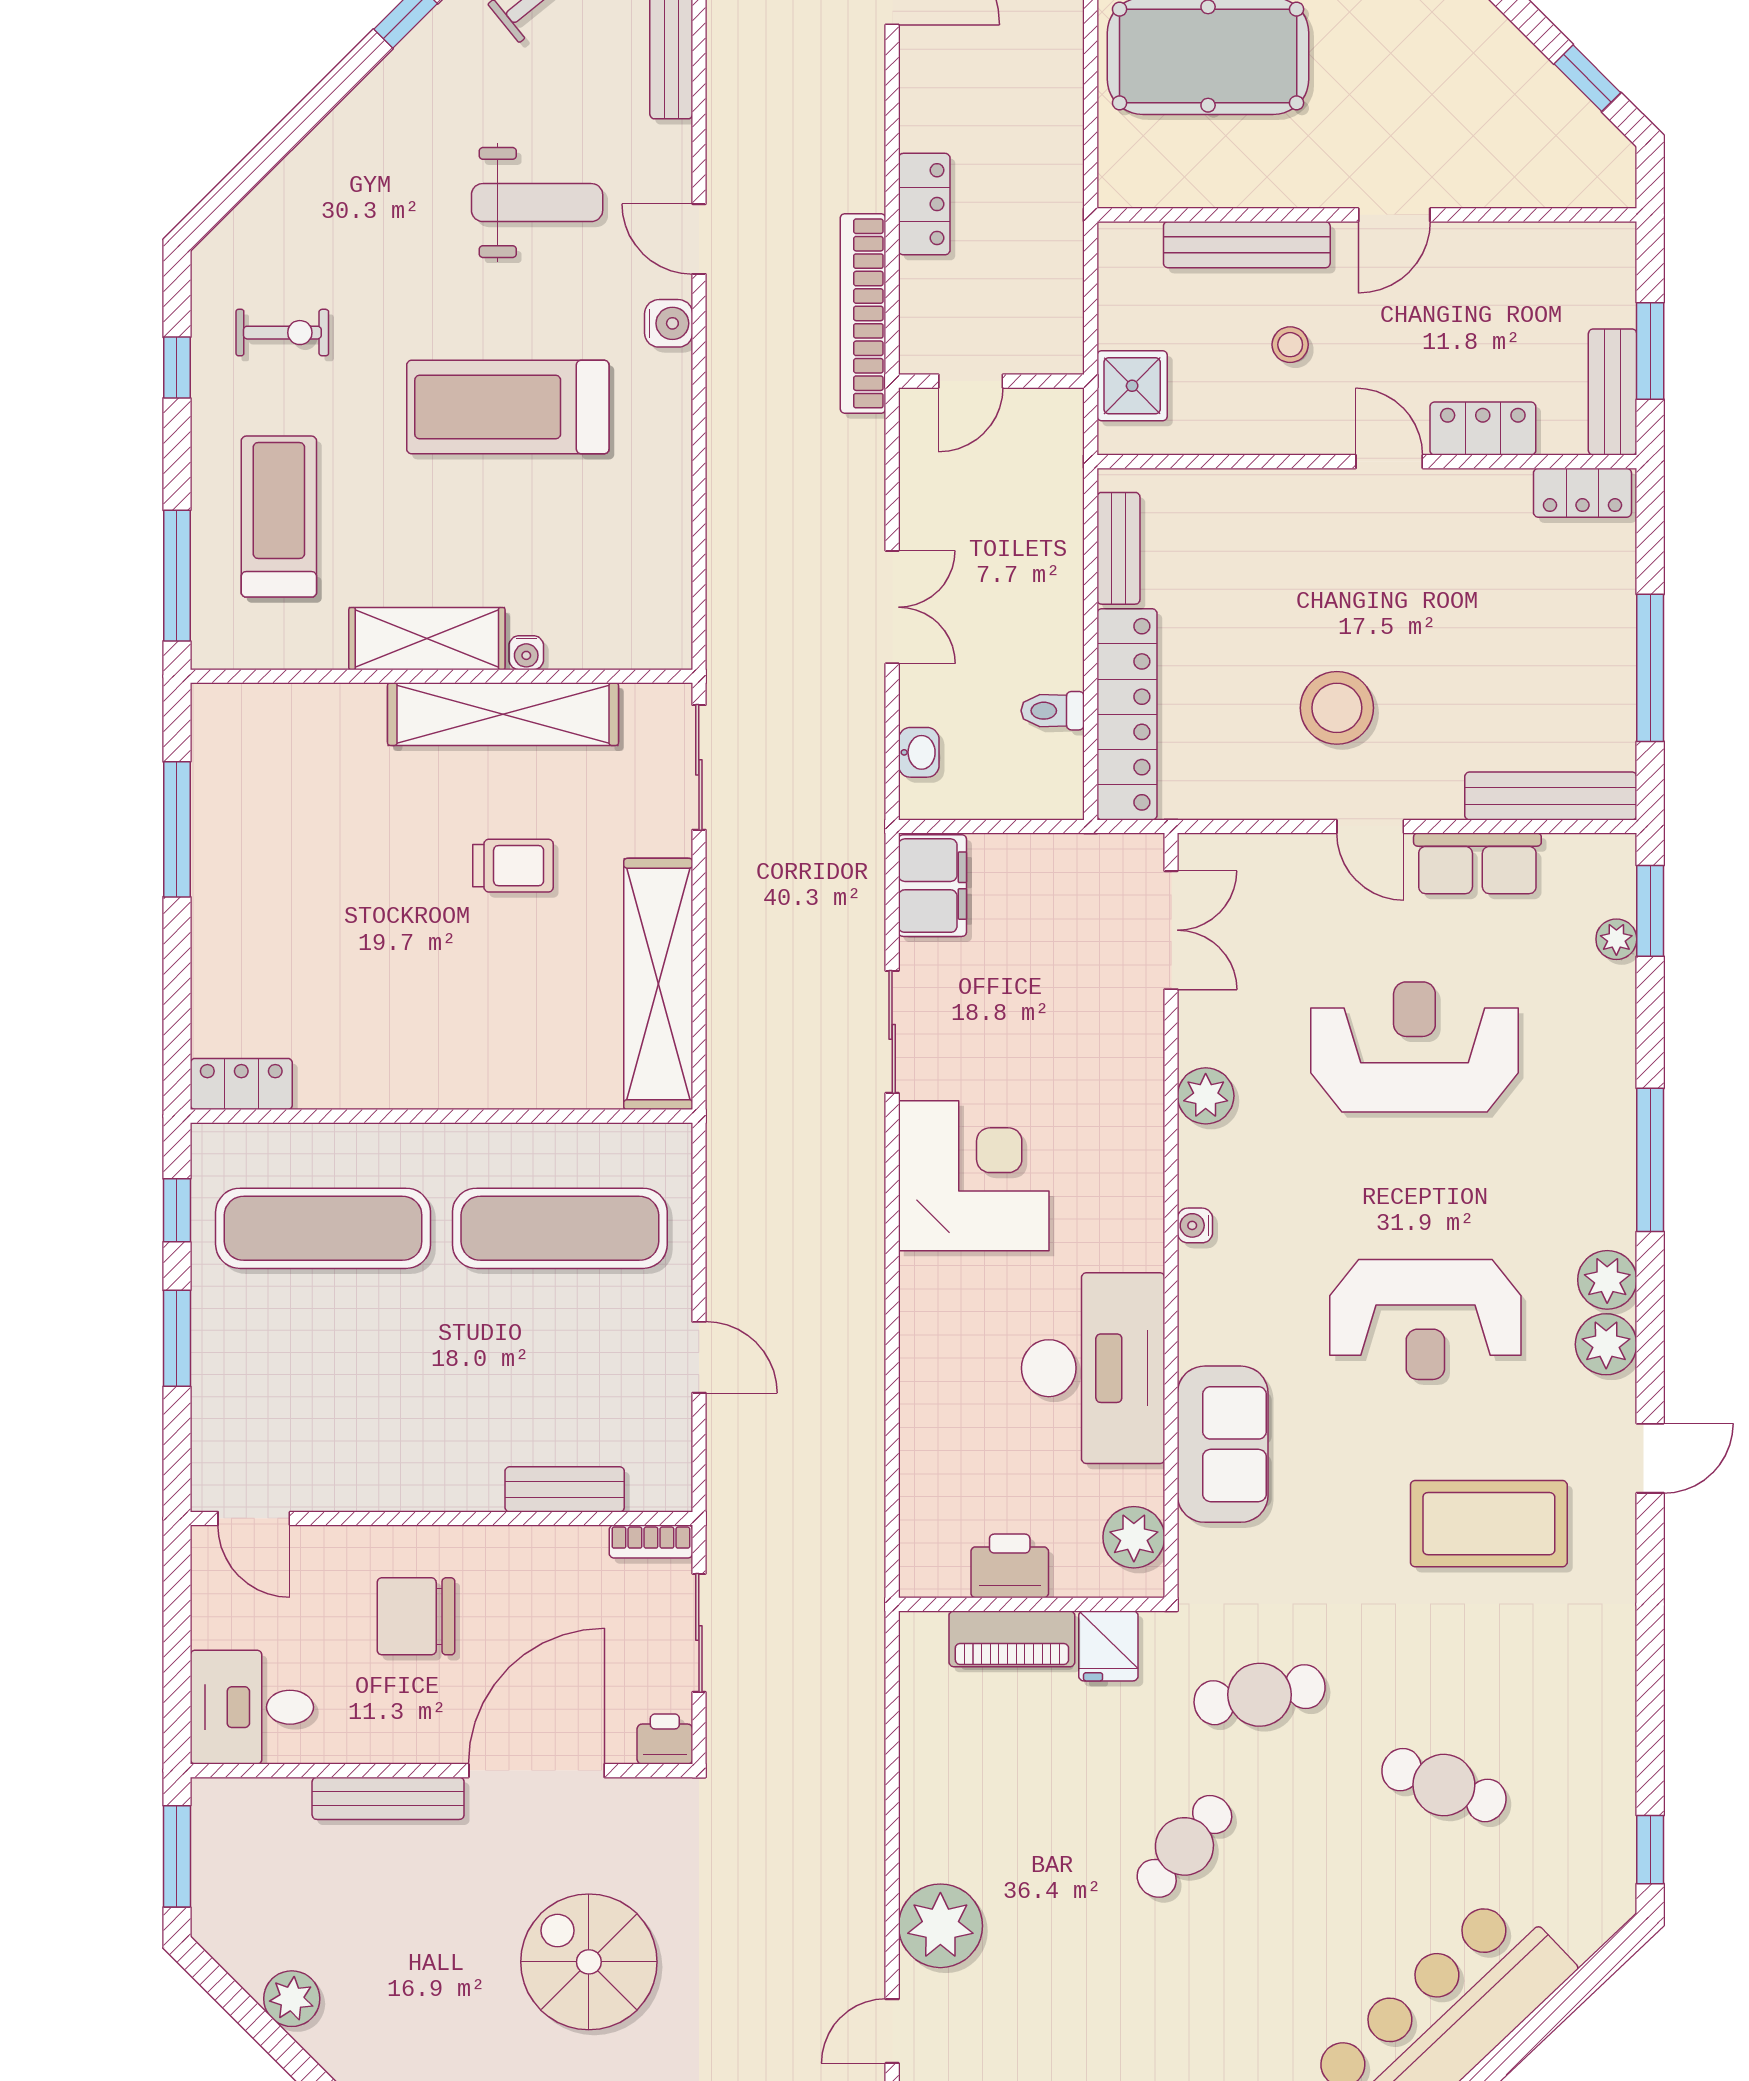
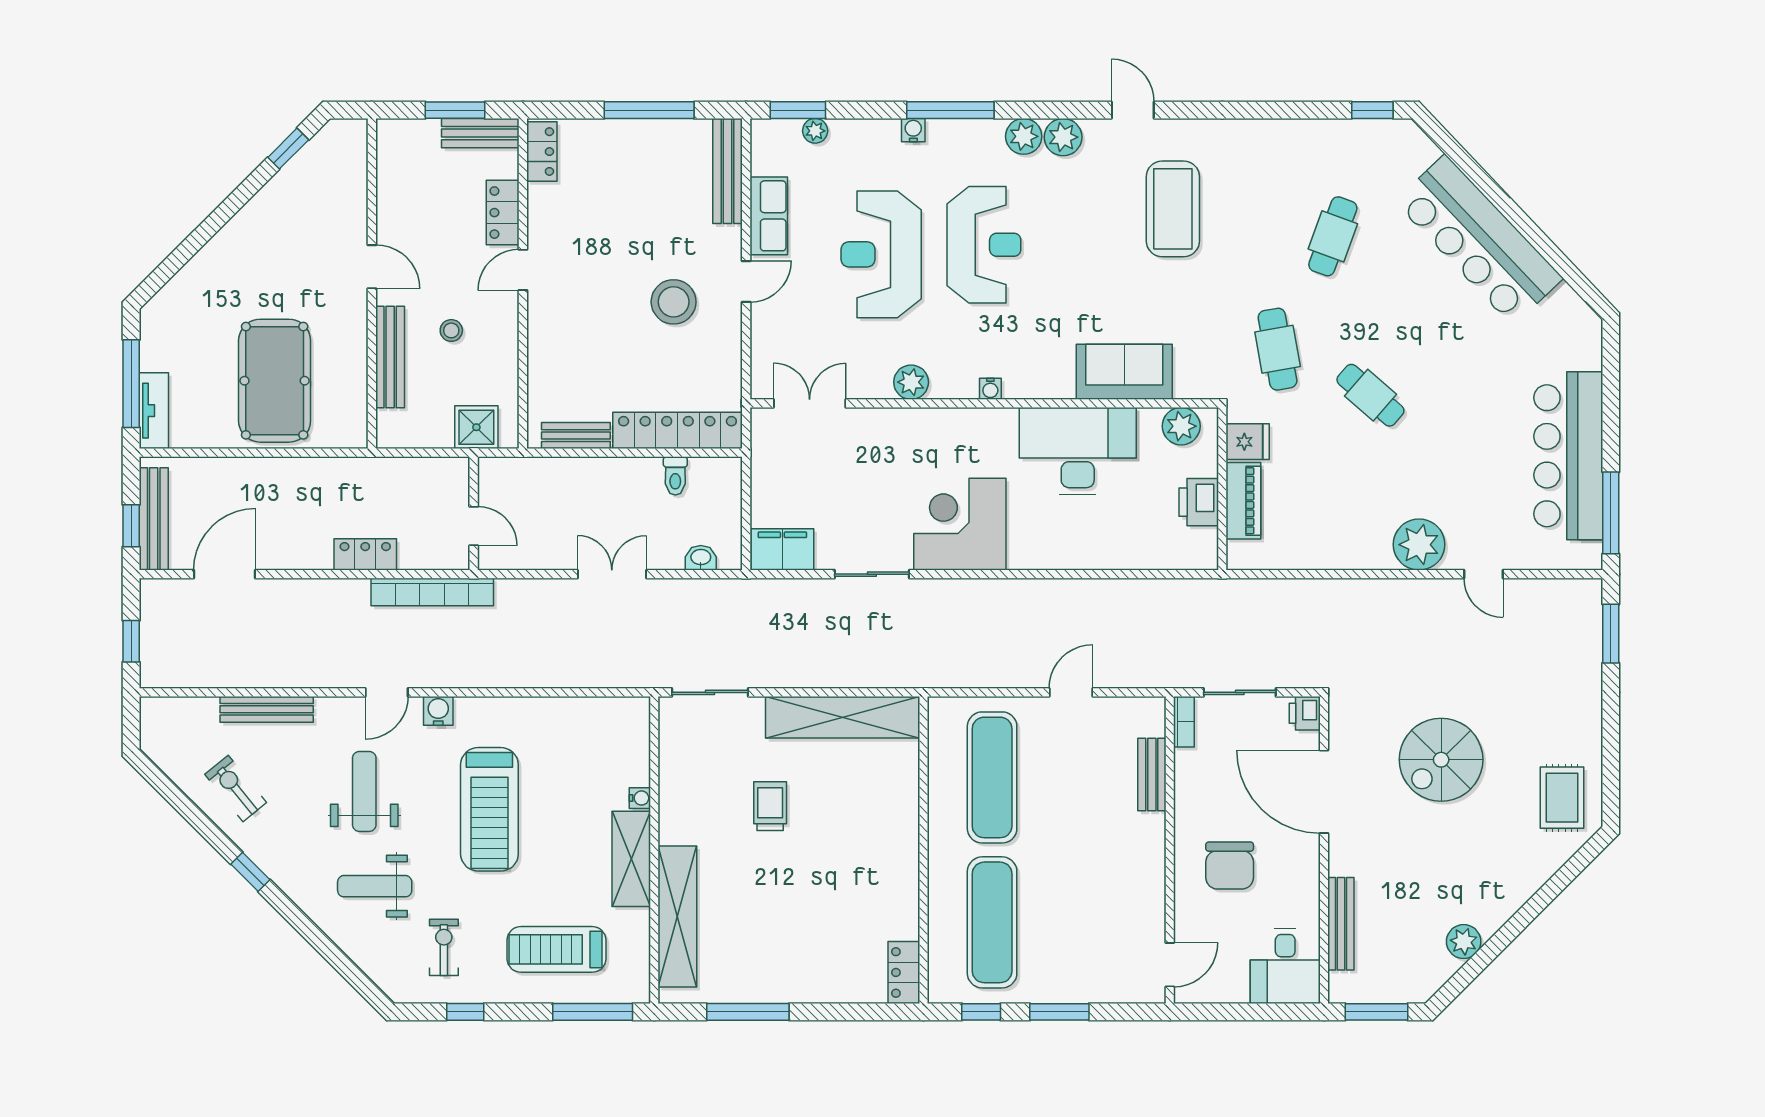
weight bench: (382, 220) -> (375, 886), added
shelving: (503, 714) -> (677, 917), moved
water cooler: (1618, 1100) -> (913, 130), added
reception desk: (1425, 1319) -> (984, 245), moved
bench: (388, 1798) -> (1341, 924), moved

